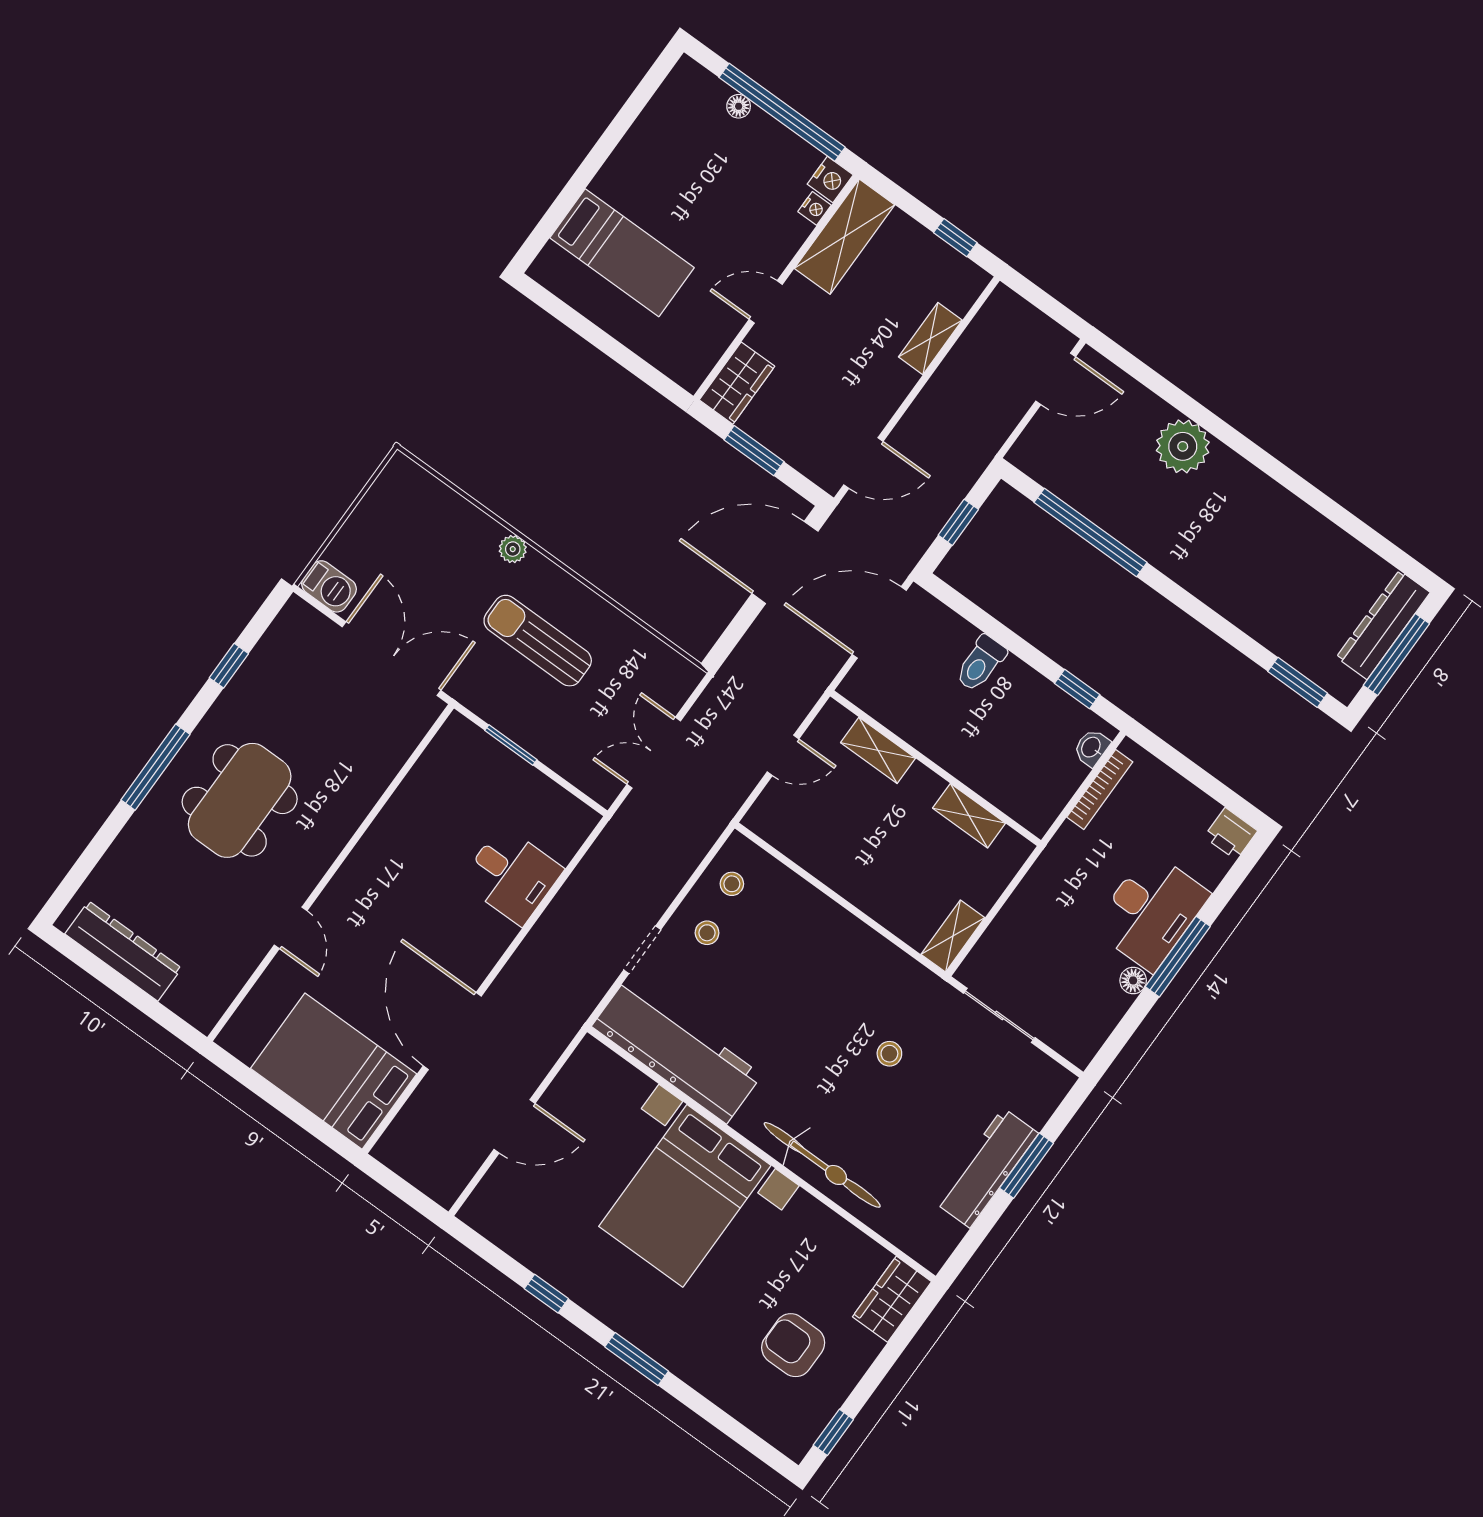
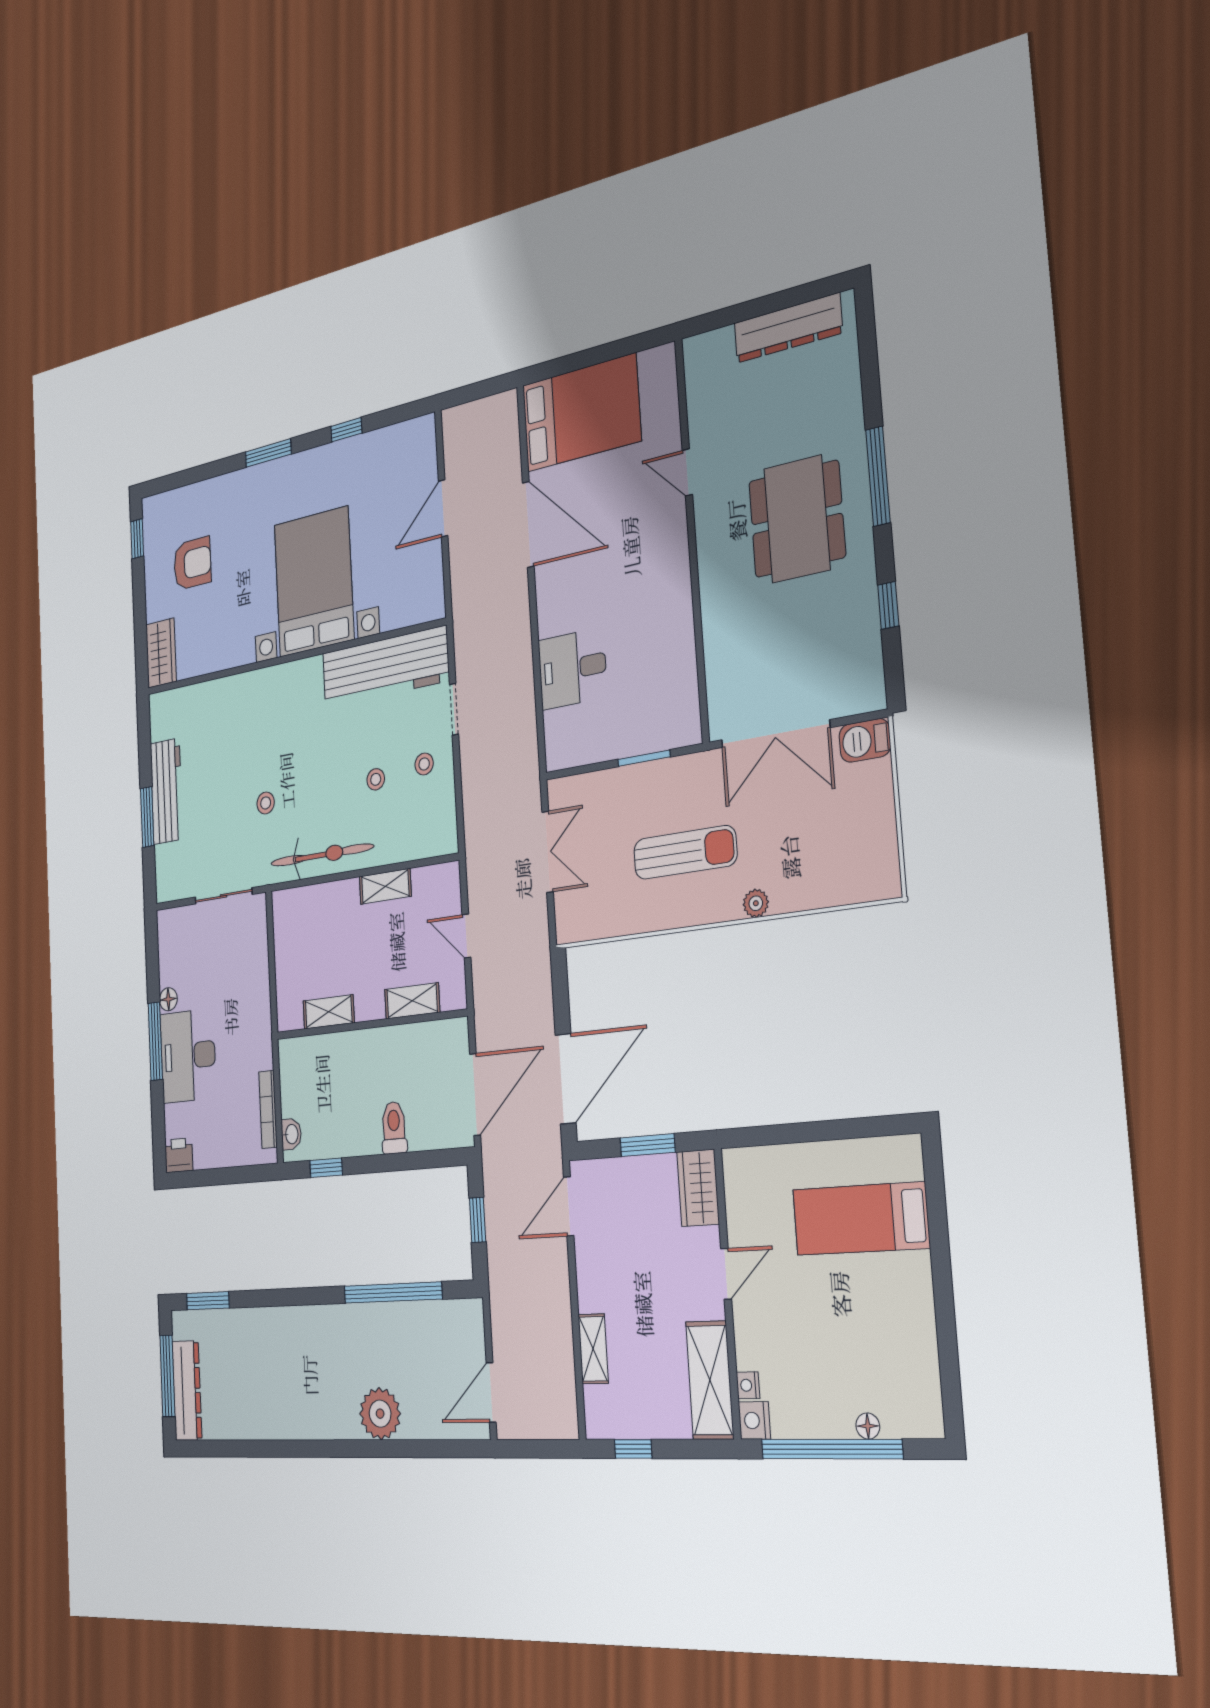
door: (783, 755) -> (466, 936), hinge flipped
stool: (732, 884) -> (376, 779), moved
shelving: (953, 936) -> (385, 886), moved, turned 90
bicycle: (822, 1165) -> (322, 855), moved, turned 180

